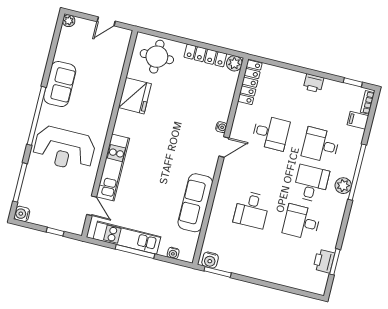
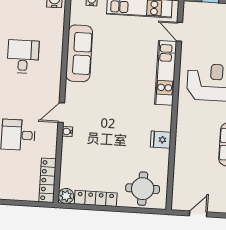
fridge: (135, 96) -> (161, 140), width x0.53, depth x0.75

